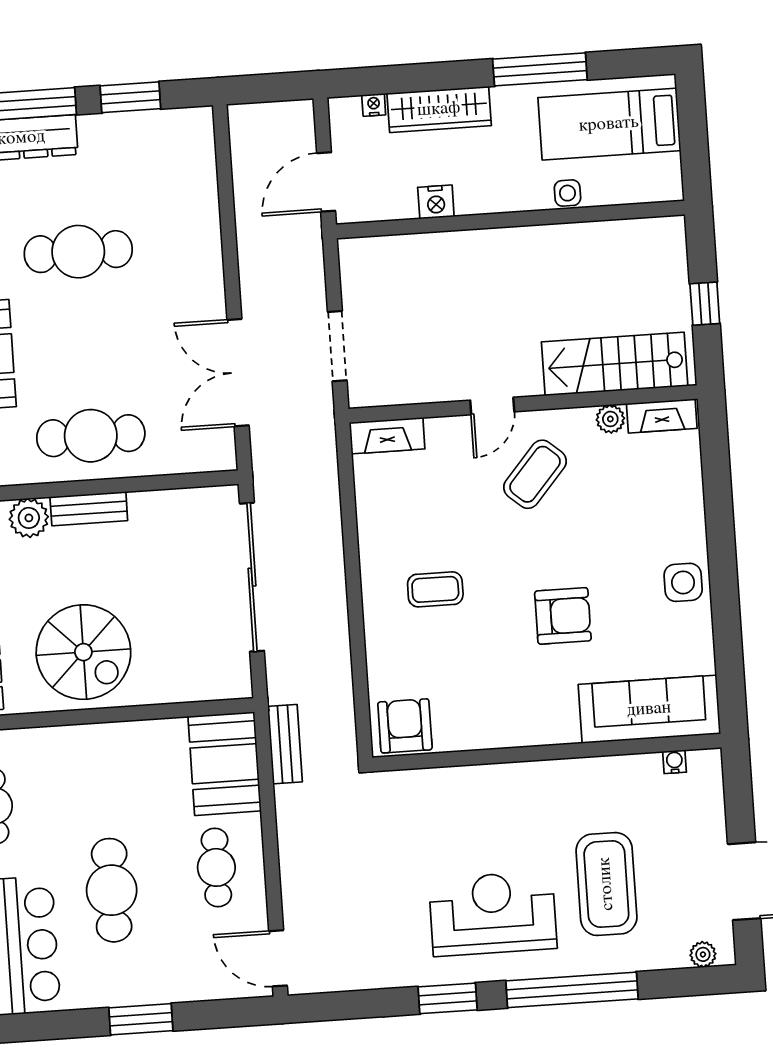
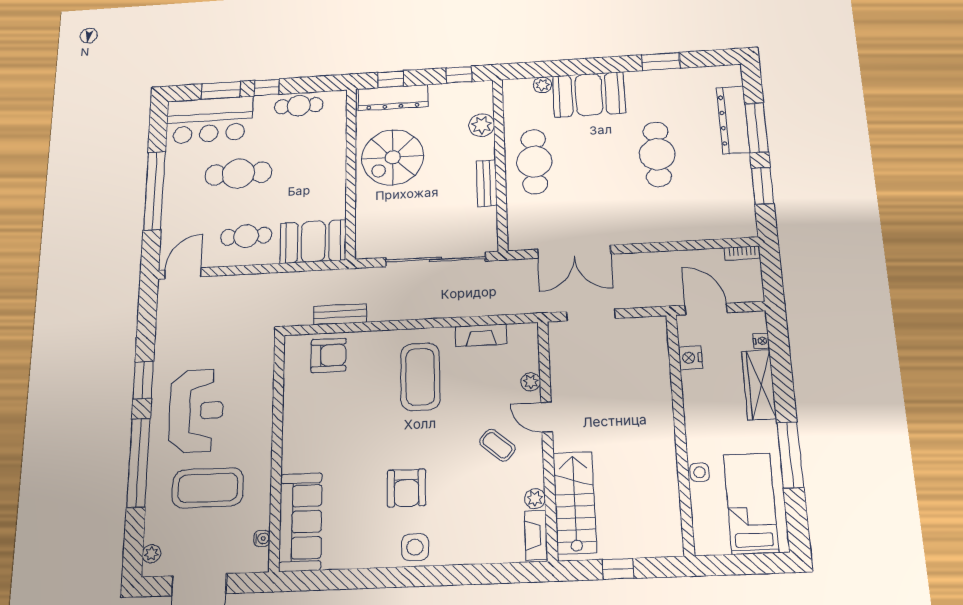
bookcase: (238, 129) -> (742, 253), added
nightstand: (436, 202) -> (690, 358), moved
double door: (238, 373) -> (574, 252), swing flipped
plant: (440, 430) -> (531, 382), added
fireplace: (387, 436) -> (481, 335), moved, turned -90
coffee table: (535, 474) -> (497, 445), width x0.73, depth x0.77
bench: (89, 509) -> (487, 183), moved
coffee table: (435, 589) -> (420, 377), width x1.86, depth x1.72
armchair: (563, 616) -> (406, 488), moved
sofa: (649, 709) -> (300, 522), moved
bench: (285, 744) -> (340, 314), moved
wall: (547, 753) -> (277, 450), moved
water cooler: (674, 762) -> (262, 539), moved
window: (141, 1019) -> (154, 191), width x2.11

